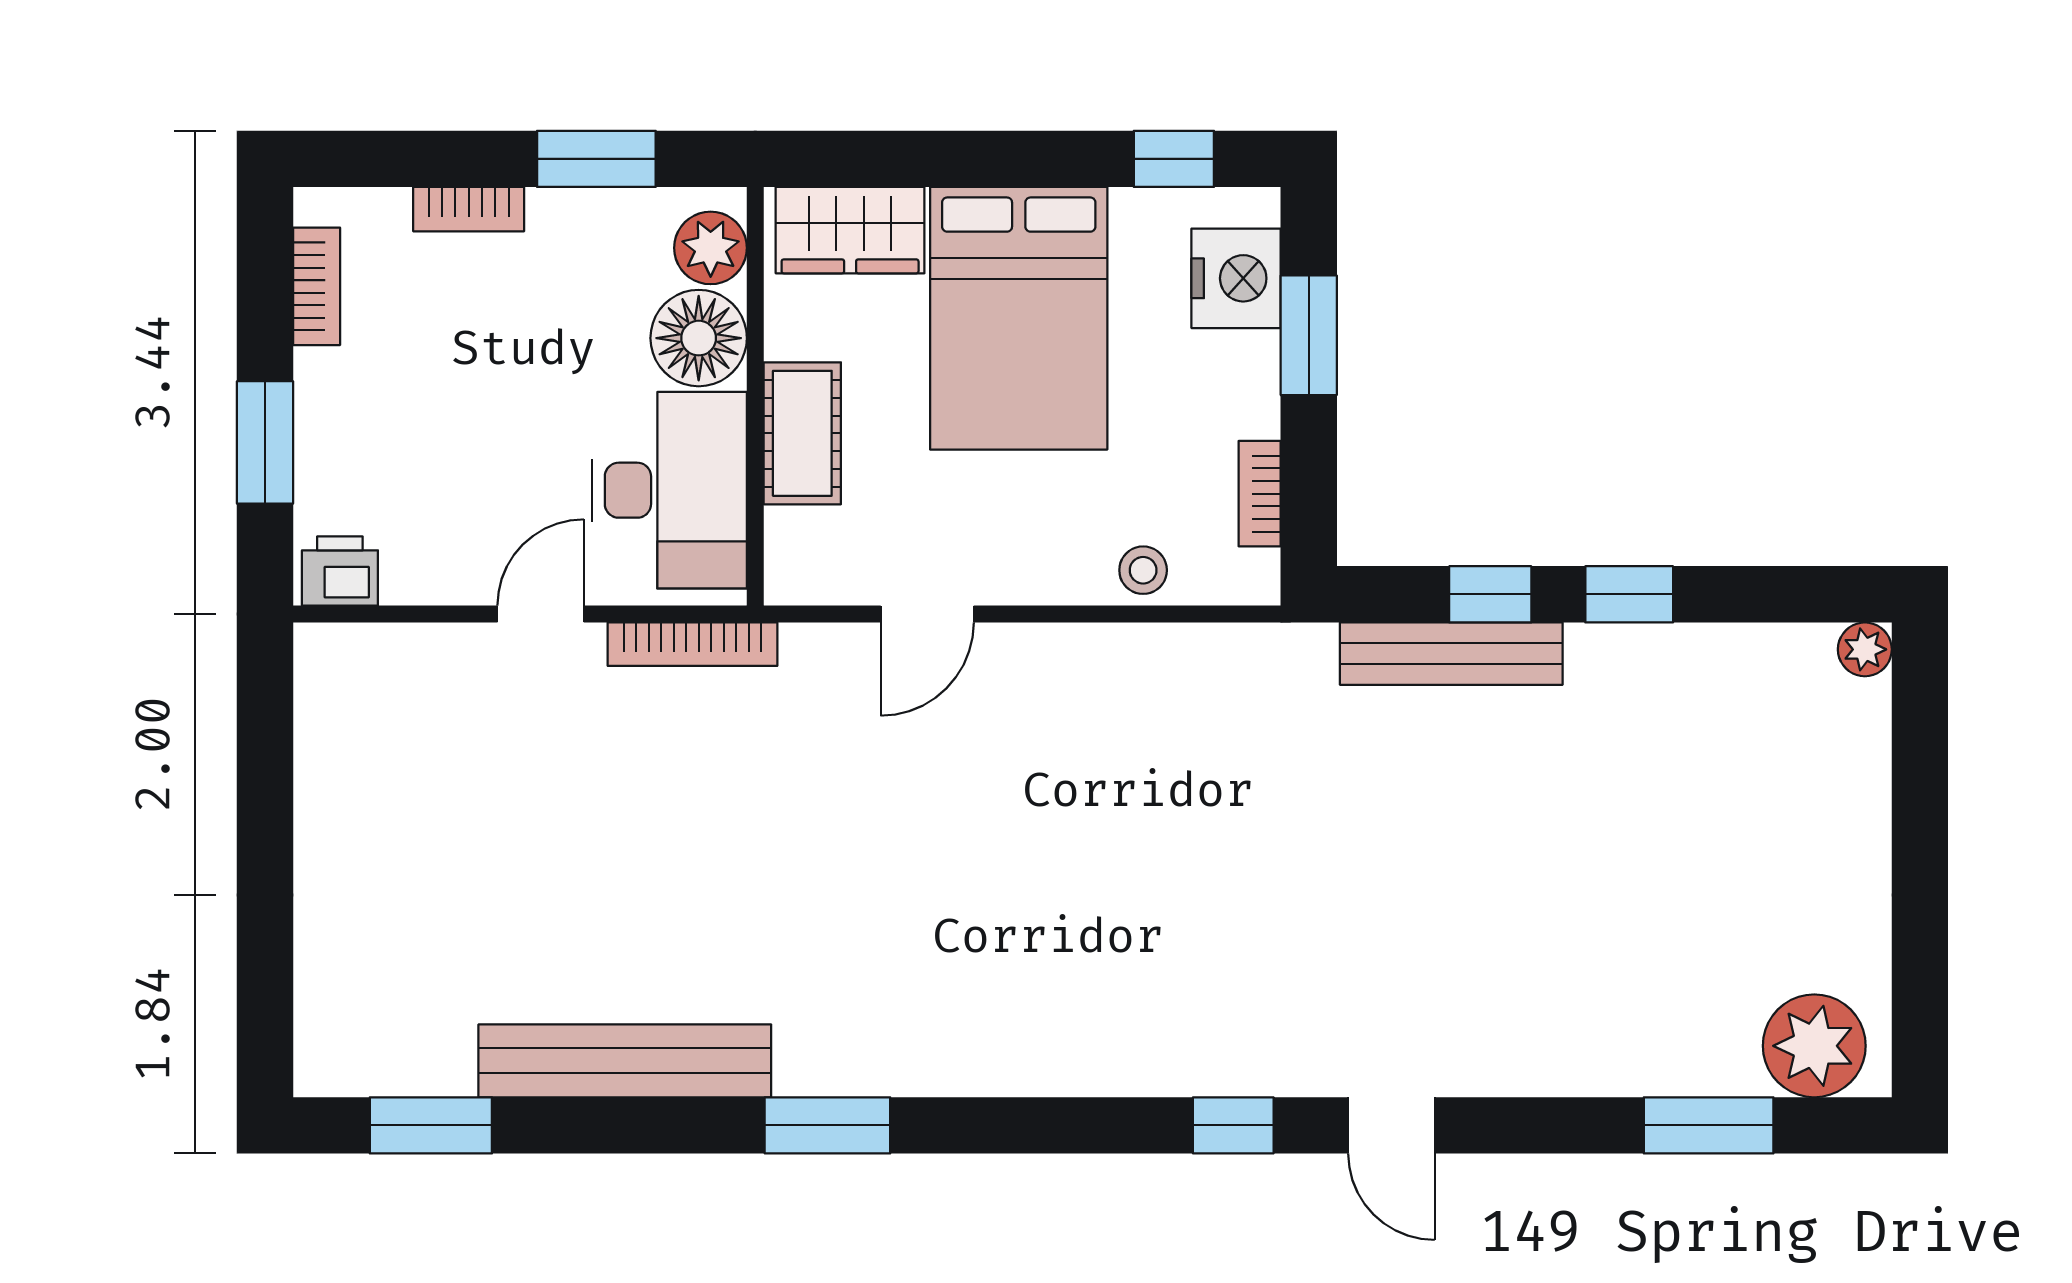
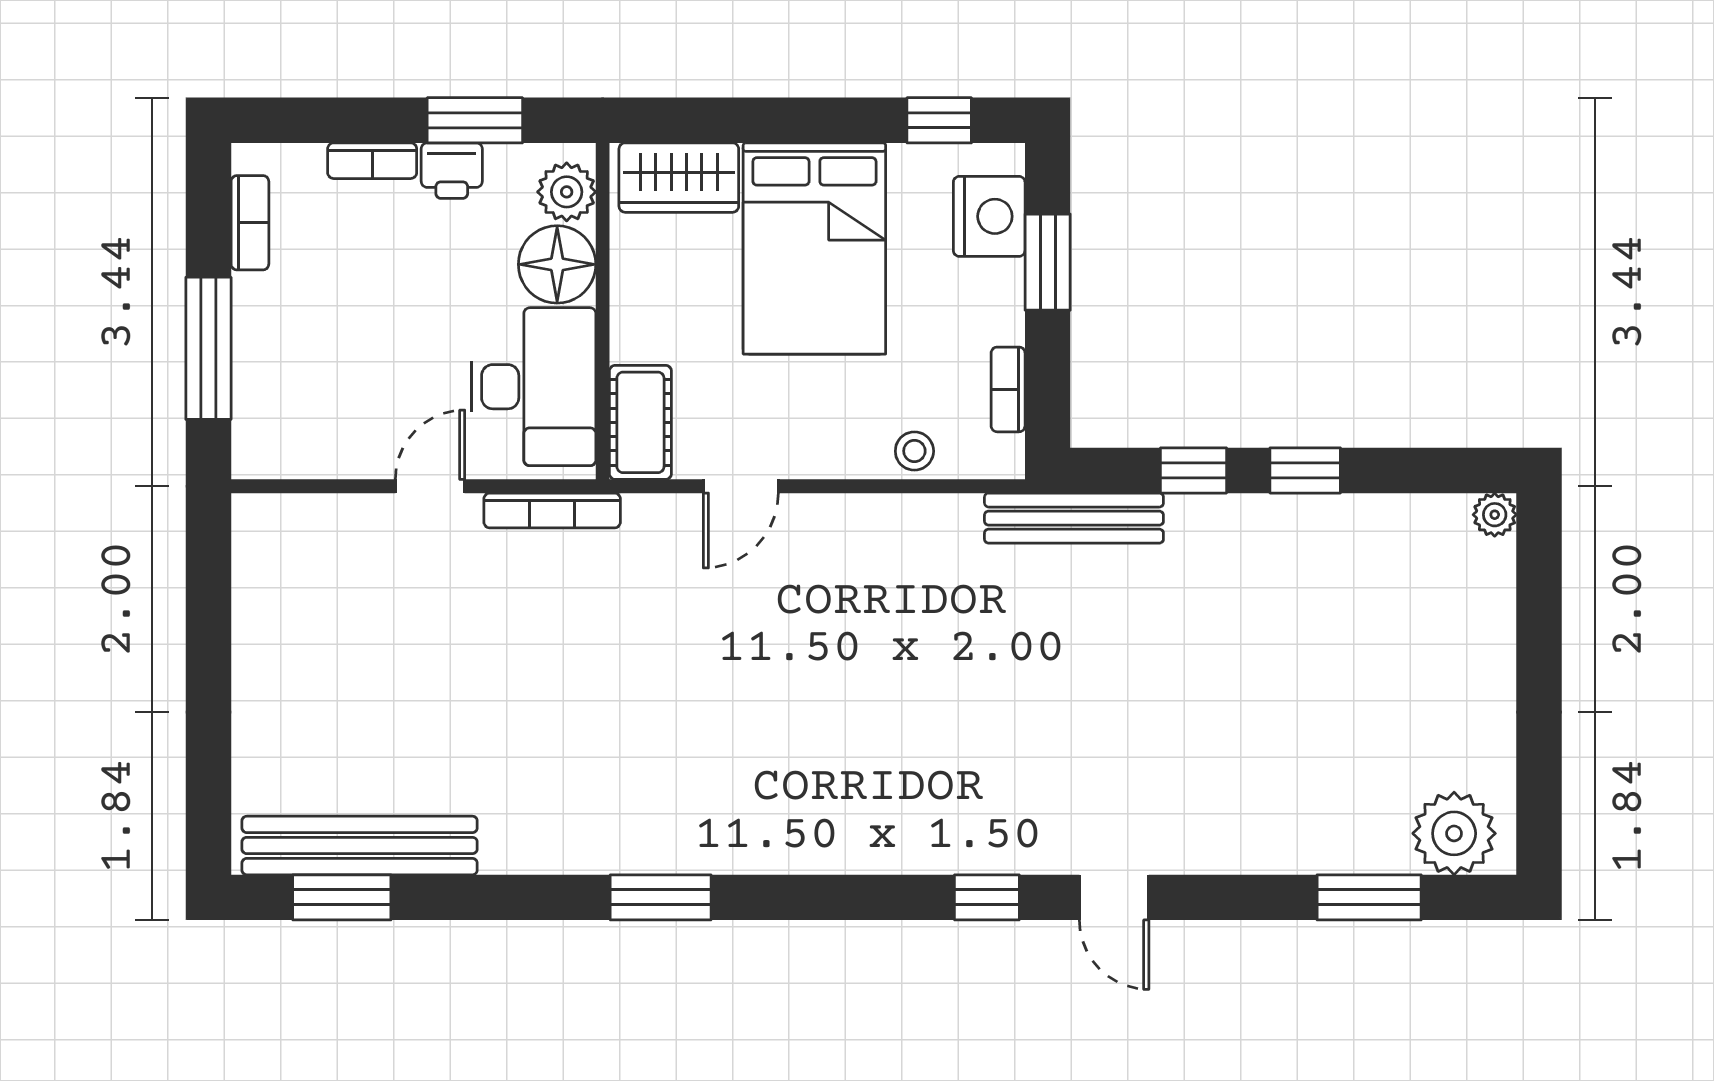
cot: (802, 433) -> (640, 422), moved
window: (265, 442) -> (208, 348), width x1.44
printer: (340, 571) -> (452, 171), moved, turned 180
bench: (1451, 654) -> (1074, 518), moved
bench: (625, 1061) -> (360, 845), moved

